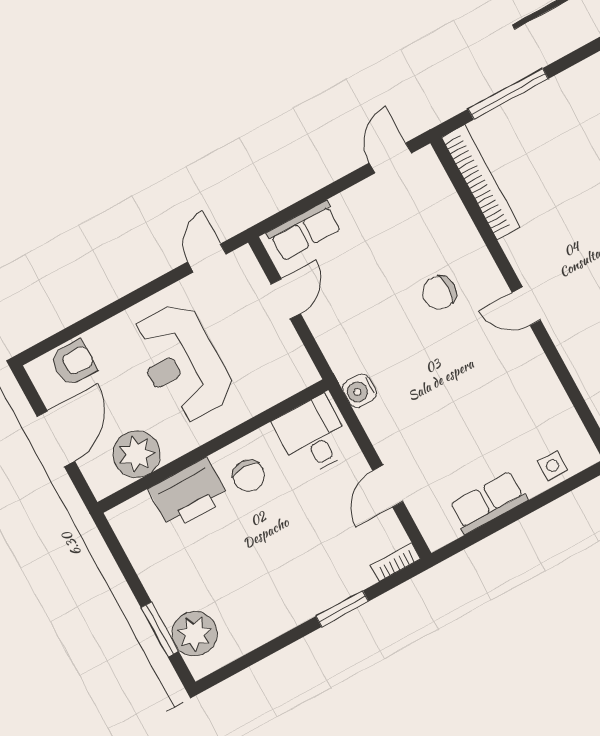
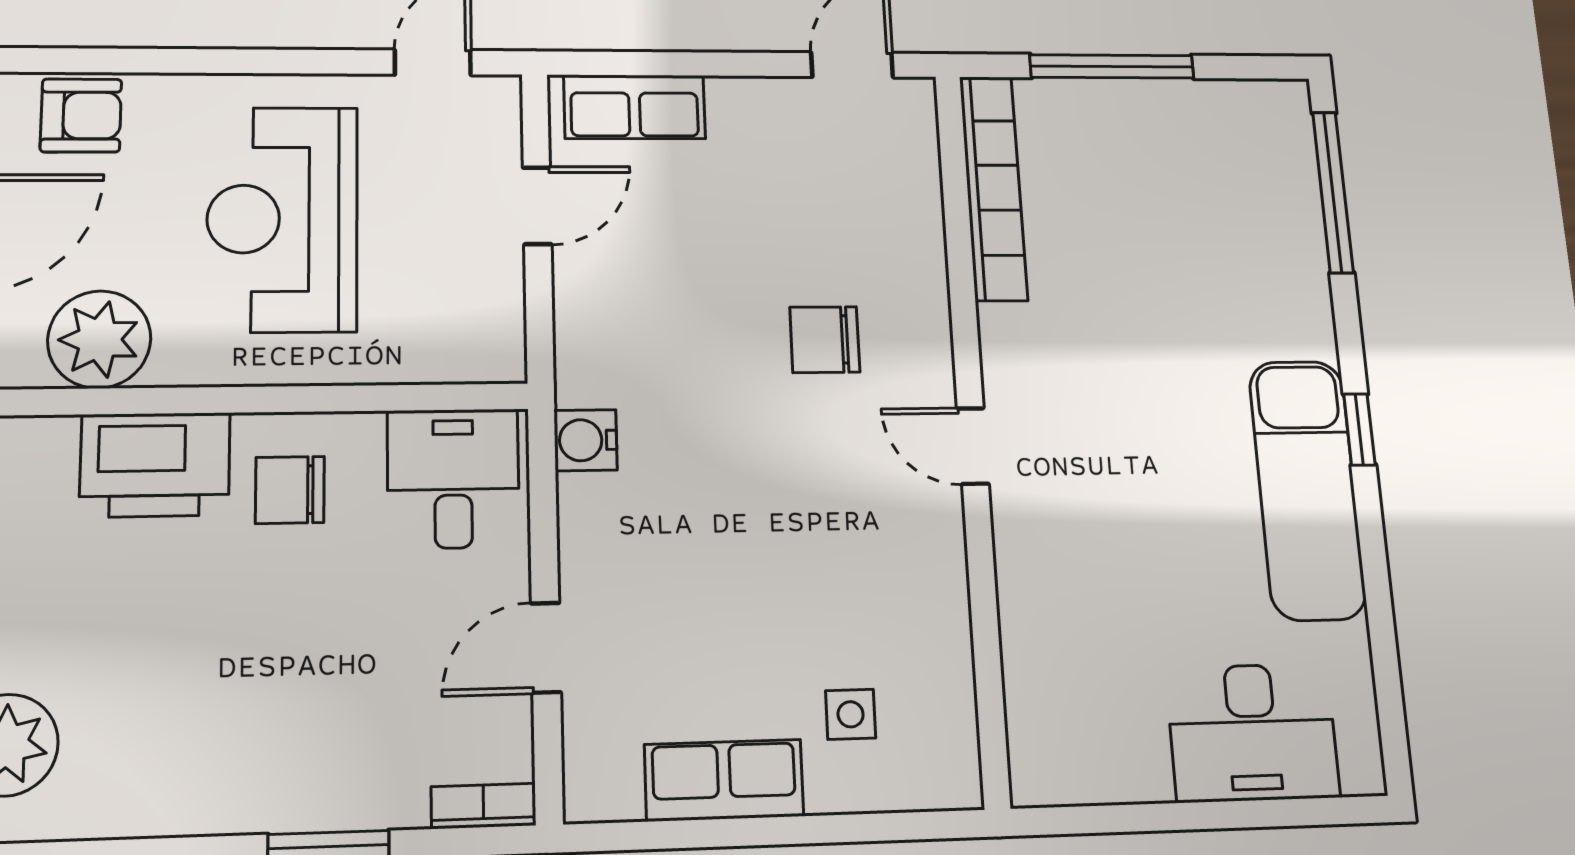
side table: (553, 466) -> (851, 714), moved
chair: (249, 476) -> (290, 490), turned 90

